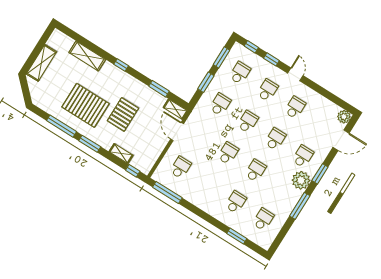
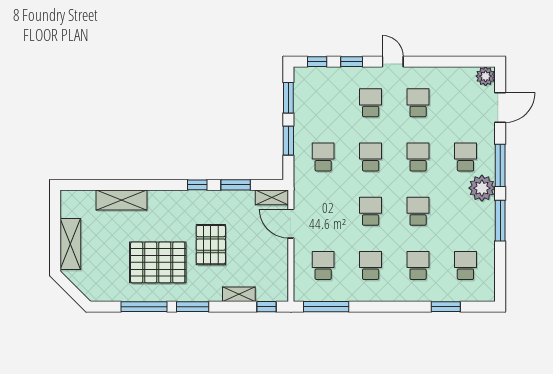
window: (121, 65) -> (197, 185), moved
school desk: (240, 73) -> (371, 265), moved
window: (320, 174) -> (500, 165), width x1.44

